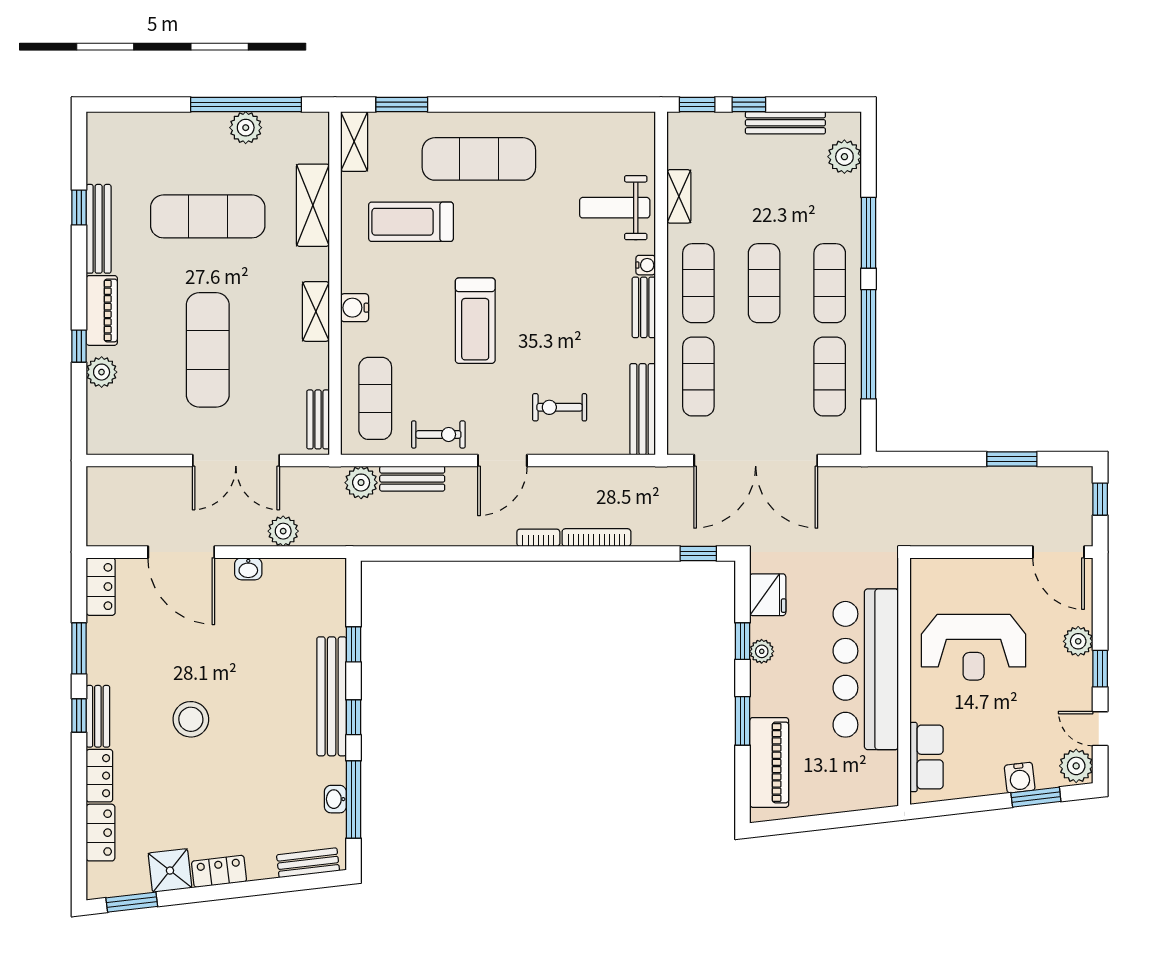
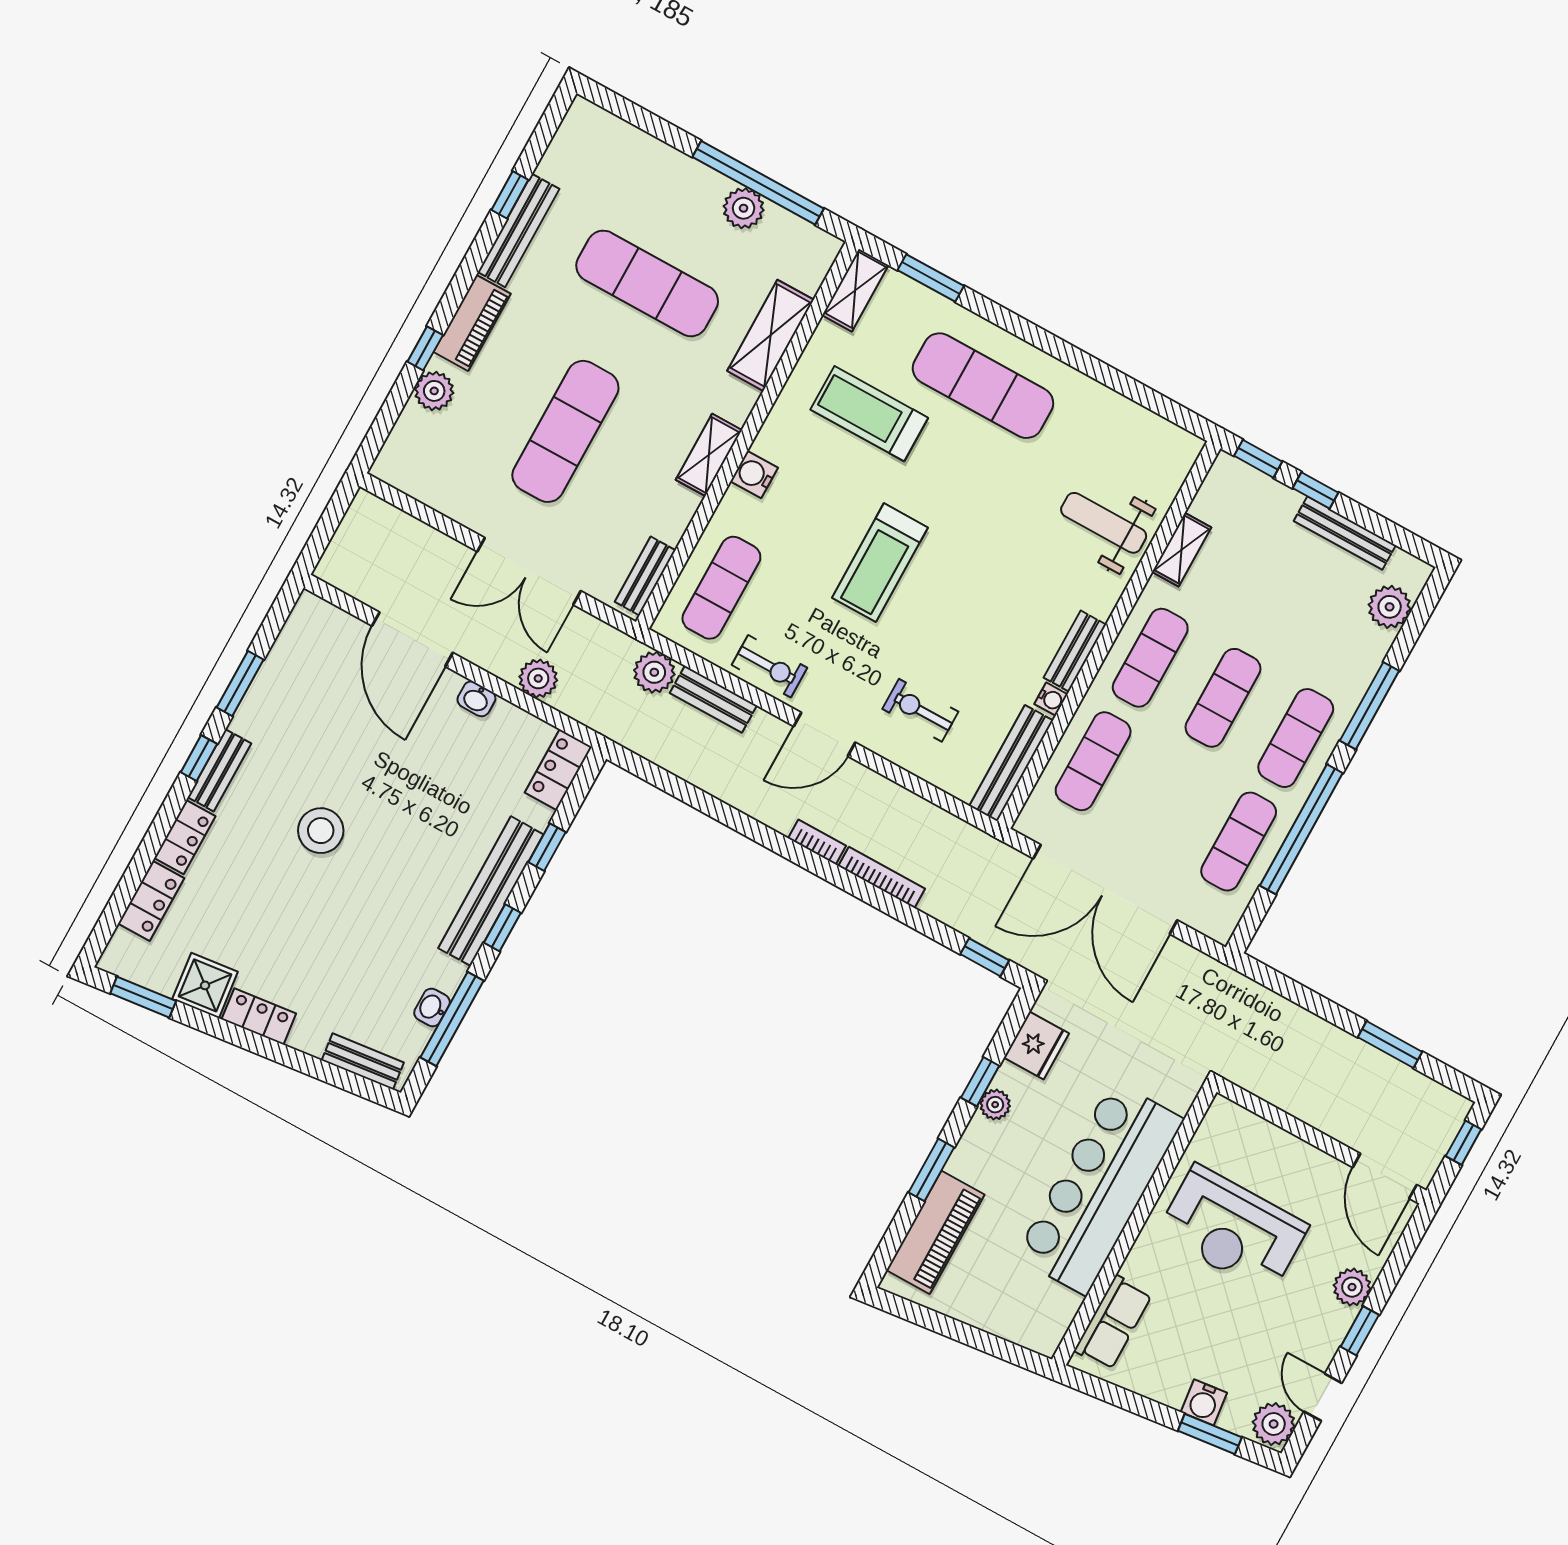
water cooler: (646, 265) -> (1051, 699), moved
locker: (101, 587) -> (558, 770), moved, turned 180

